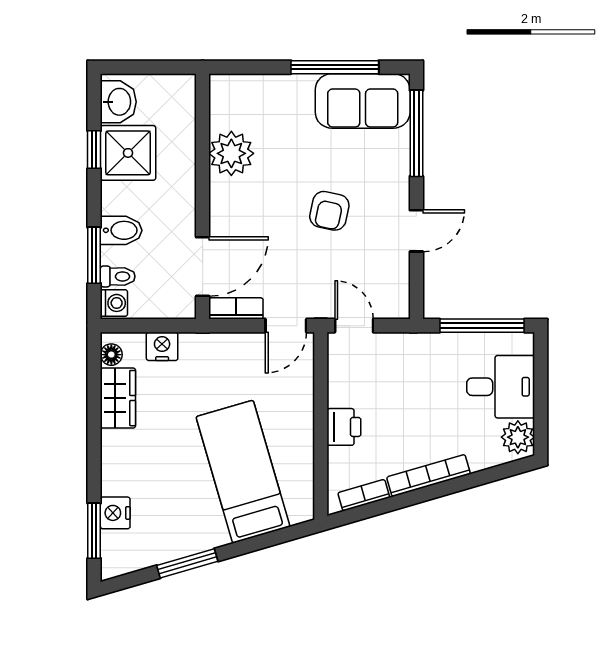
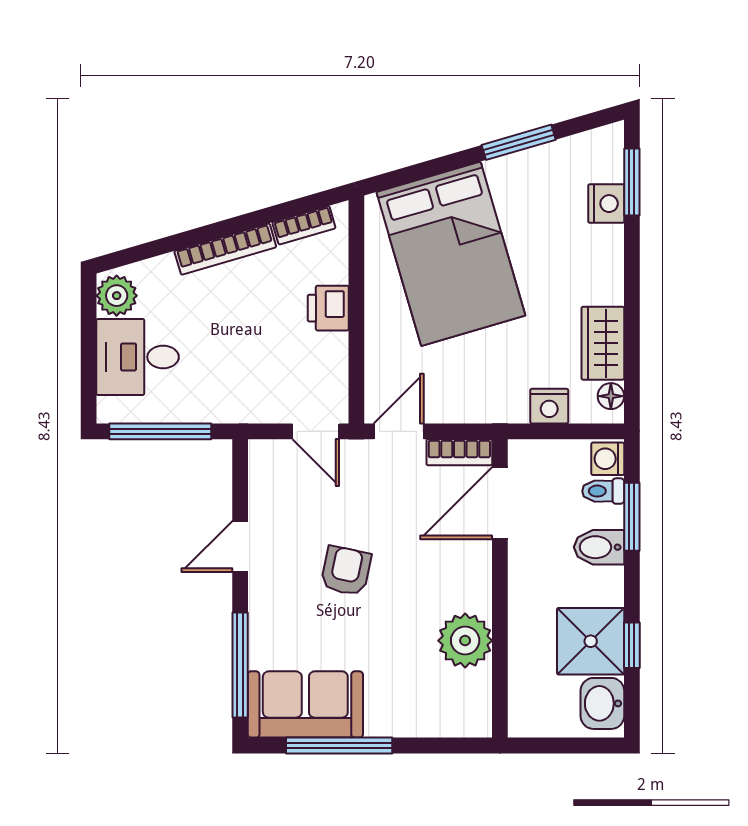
bed: (243, 472) -> (451, 254), width x1.50

